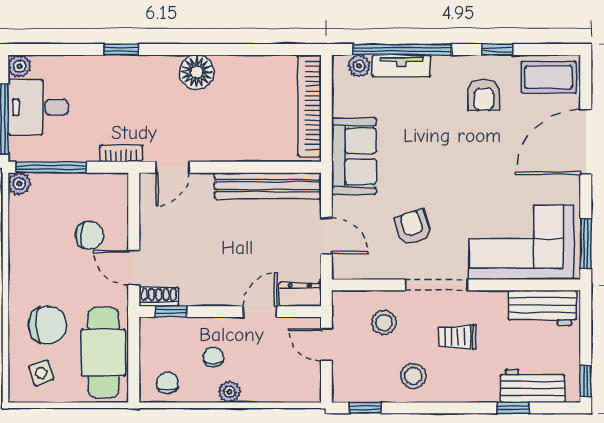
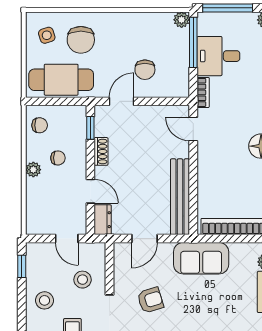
desk: (38, 107) -> (218, 56), moved, turned -90
shoe rack: (159, 297) -> (101, 151), moved
door: (326, 345) -> (67, 239), swing flipped

